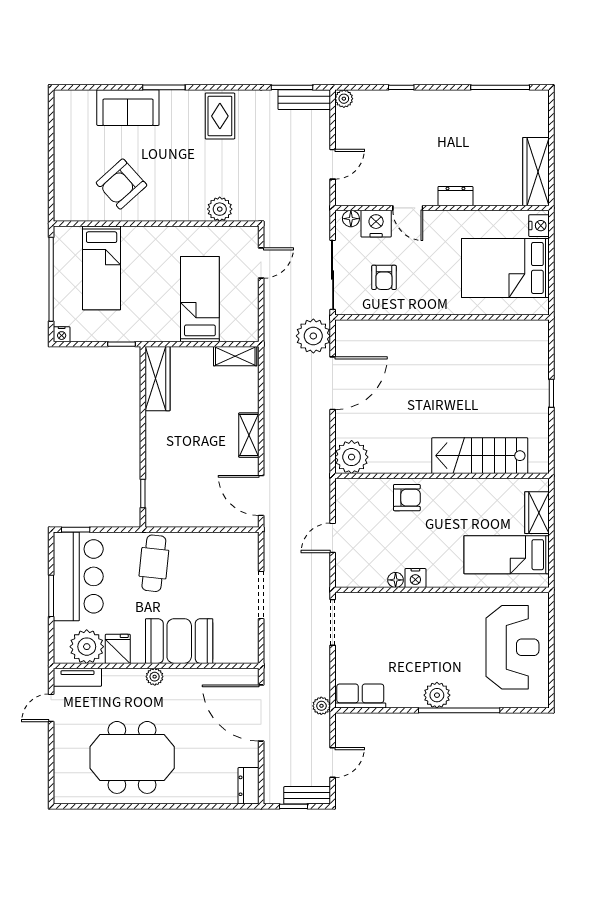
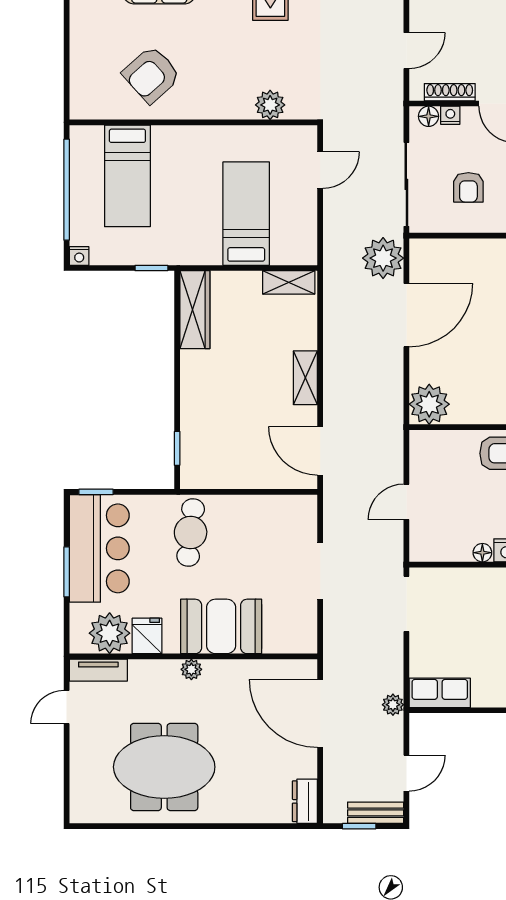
shoe rack: (368, 199) -> (450, 92), added
nightstand: (376, 224) -> (450, 115), width x0.53, depth x0.56

